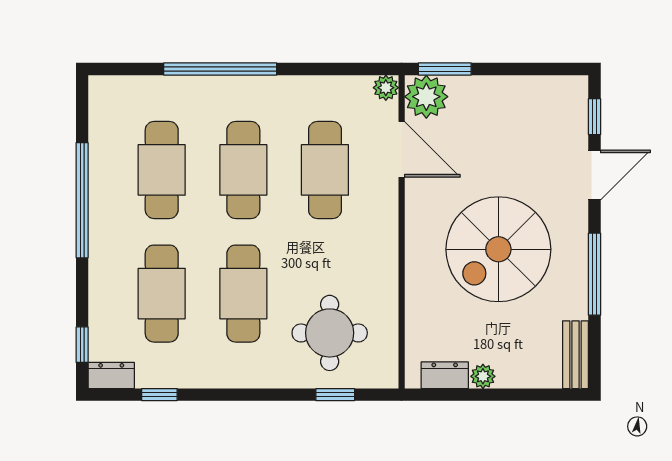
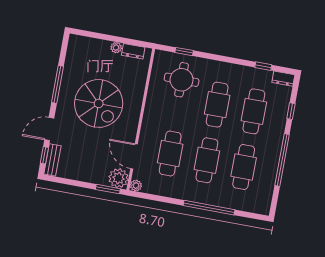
spiral stairs: (498, 249) -> (99, 103), turned 90
window: (82, 345) -> (291, 111), moved
bench: (576, 355) -> (52, 160), moved

